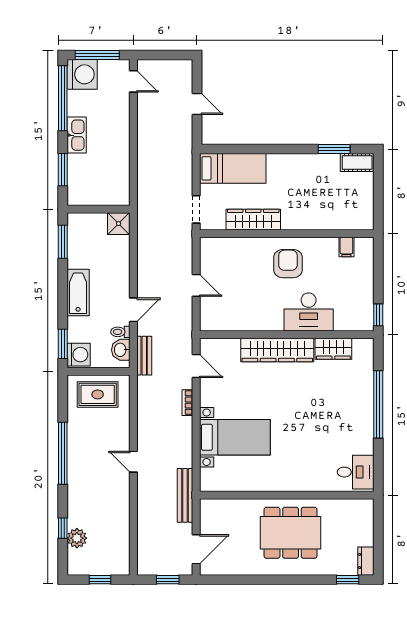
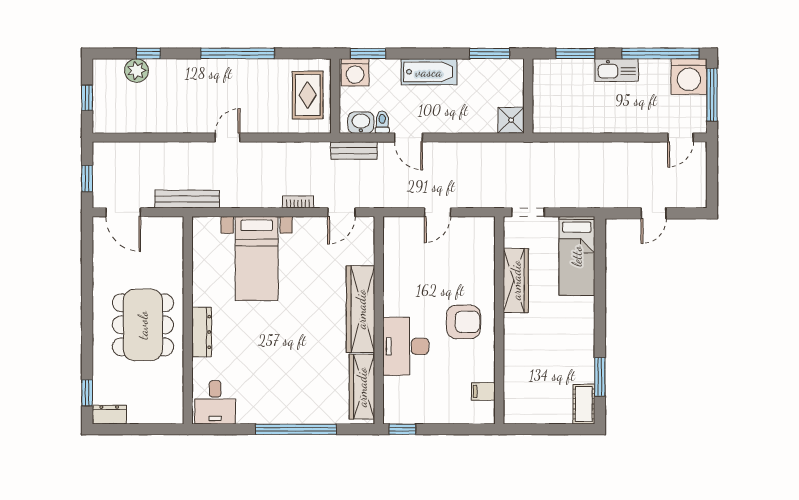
wardrobe: (333, 349) -> (362, 387), width x1.50
dresser: (297, 483) -> (202, 332), added

